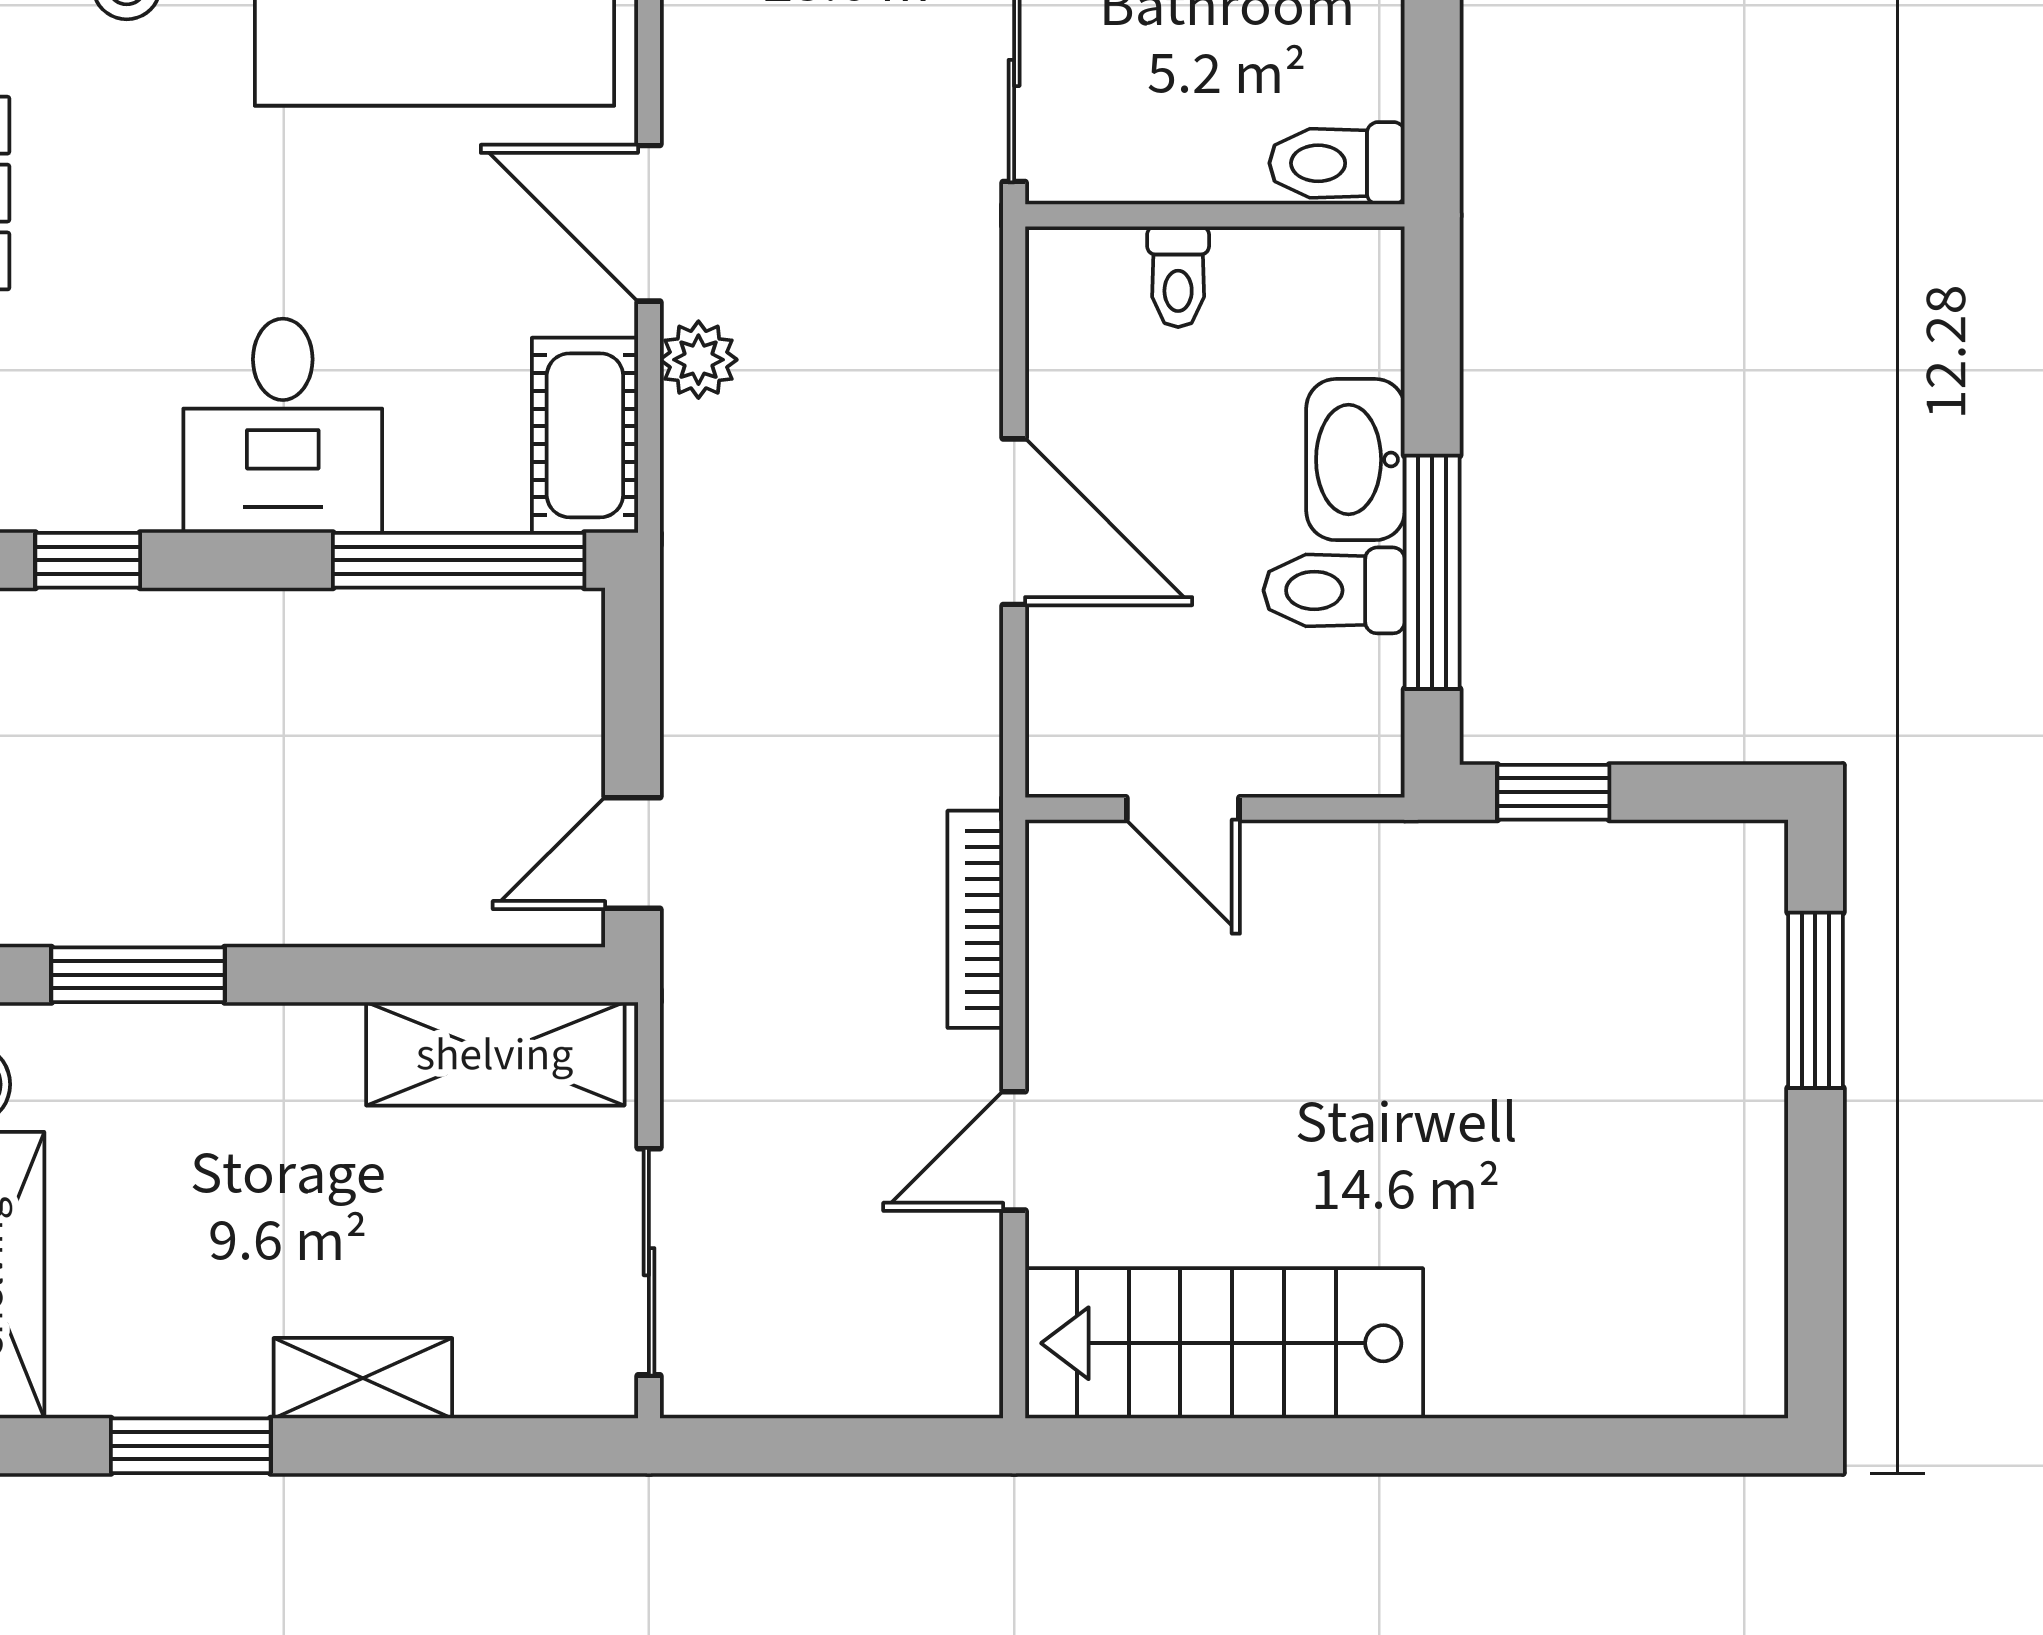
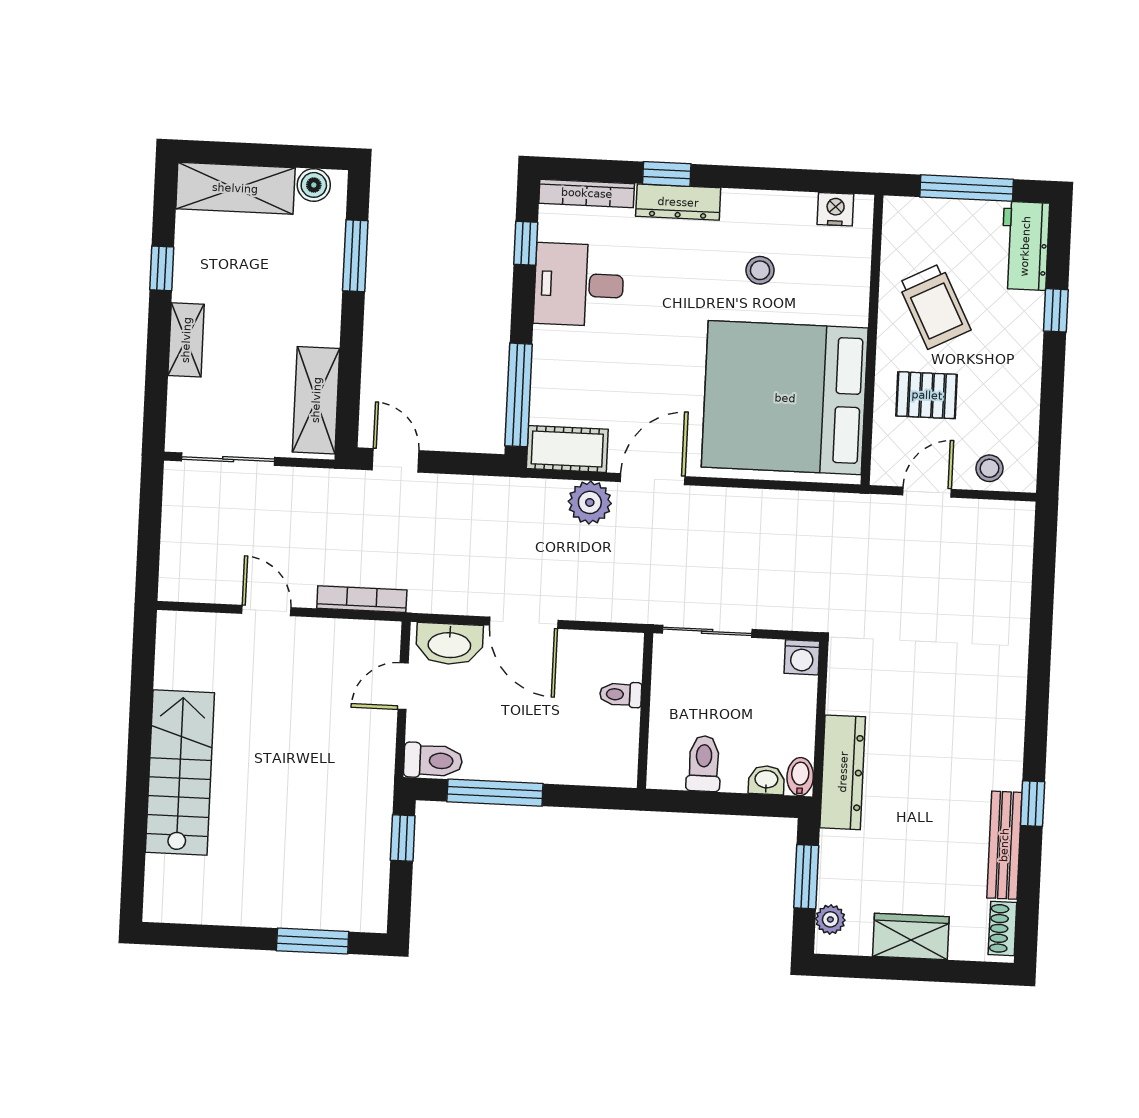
toilet: (1337, 163) -> (704, 764), moved
plant: (698, 360) -> (590, 502), width x1.38, depth x1.38
desk: (283, 426) -> (579, 285), moved
washbasin: (1355, 460) -> (449, 644), moved, turned 180
door: (1014, 522) -> (524, 623), hinge flipped
toilet: (1334, 590) -> (433, 761), moved, turned 90
stairs: (1224, 1343) -> (180, 773), moved
window: (191, 1446) -> (162, 268), width x0.67

